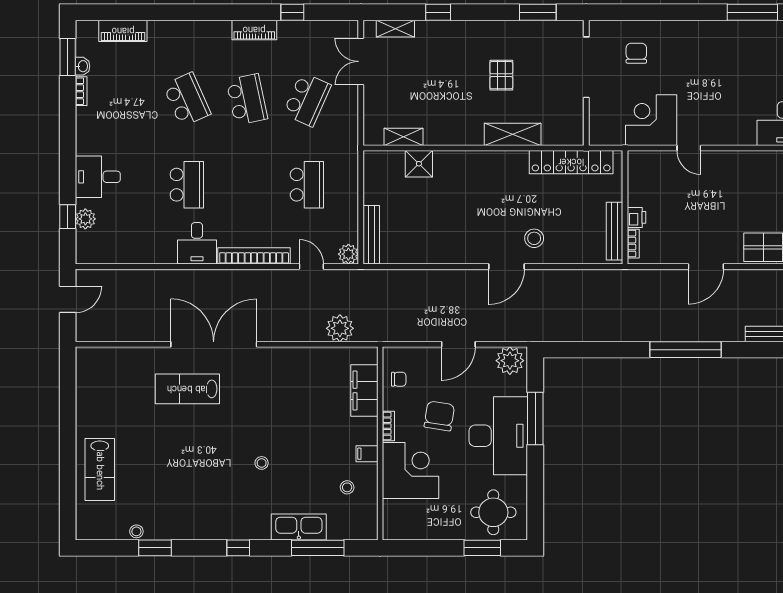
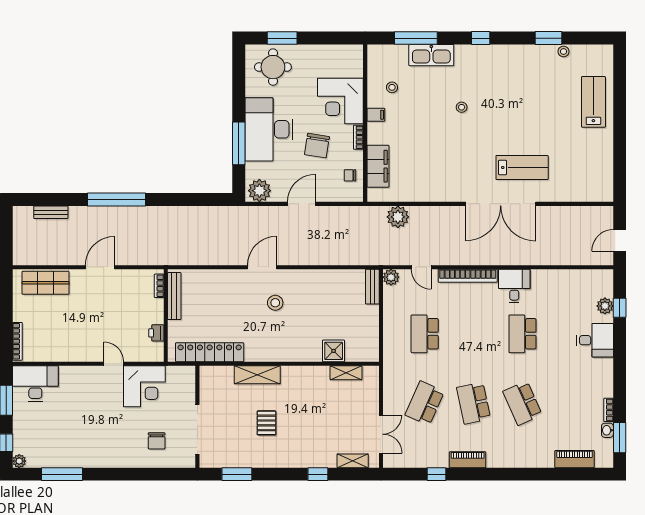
printer: (637, 217) -> (156, 333), moved
bench: (371, 235) -> (372, 287), width x0.73
stool: (534, 238) -> (275, 303), moved

